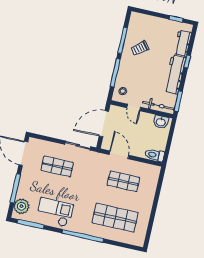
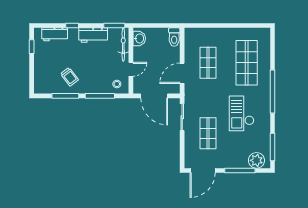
workbench: (175, 74) -> (93, 35), width x0.73
checkout: (55, 212) -> (242, 113), moved

